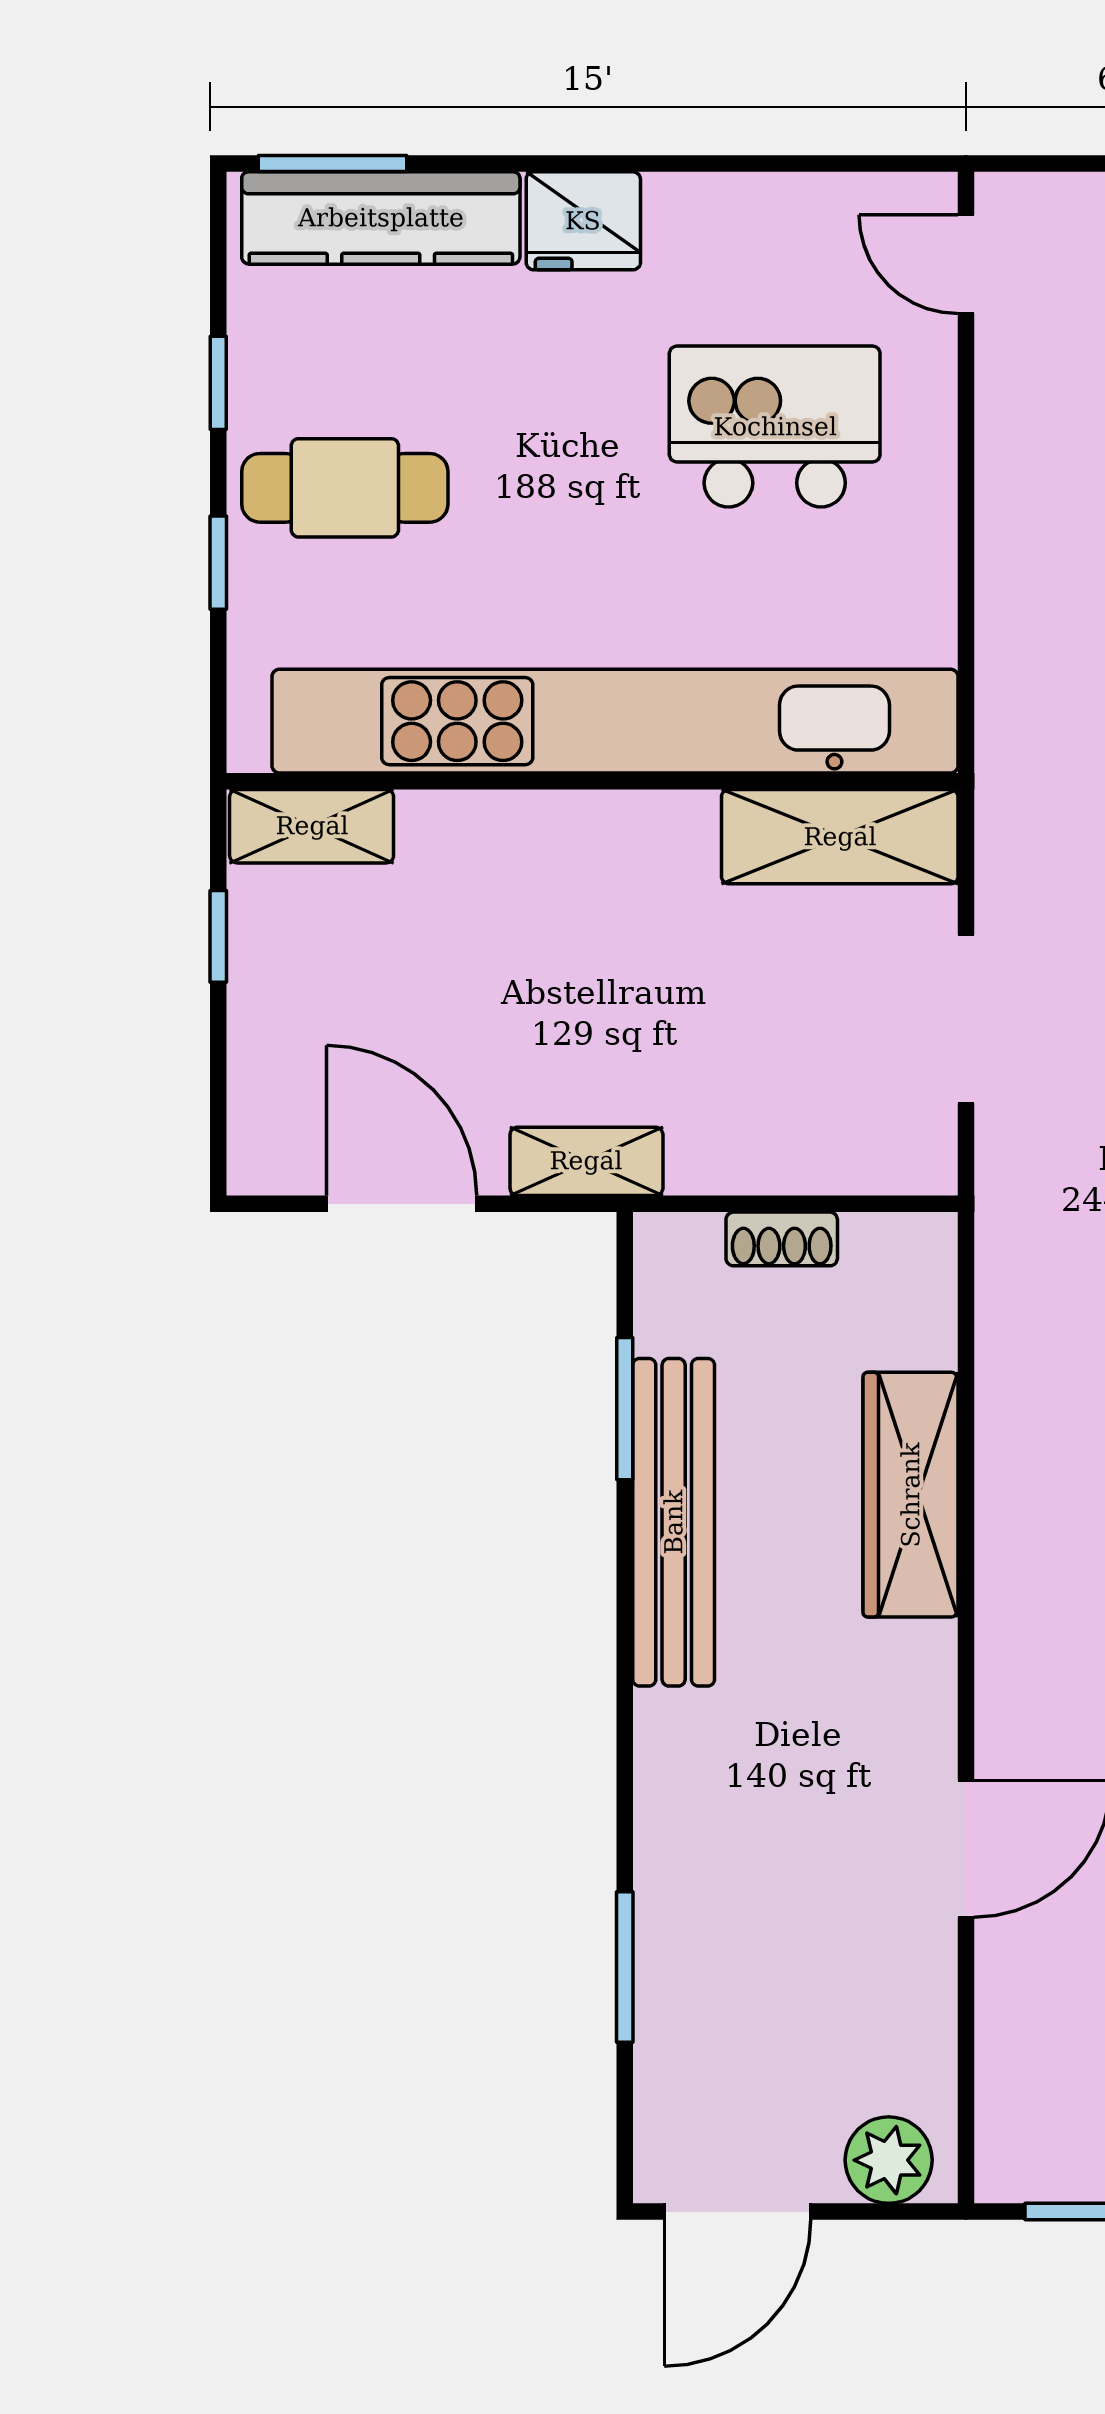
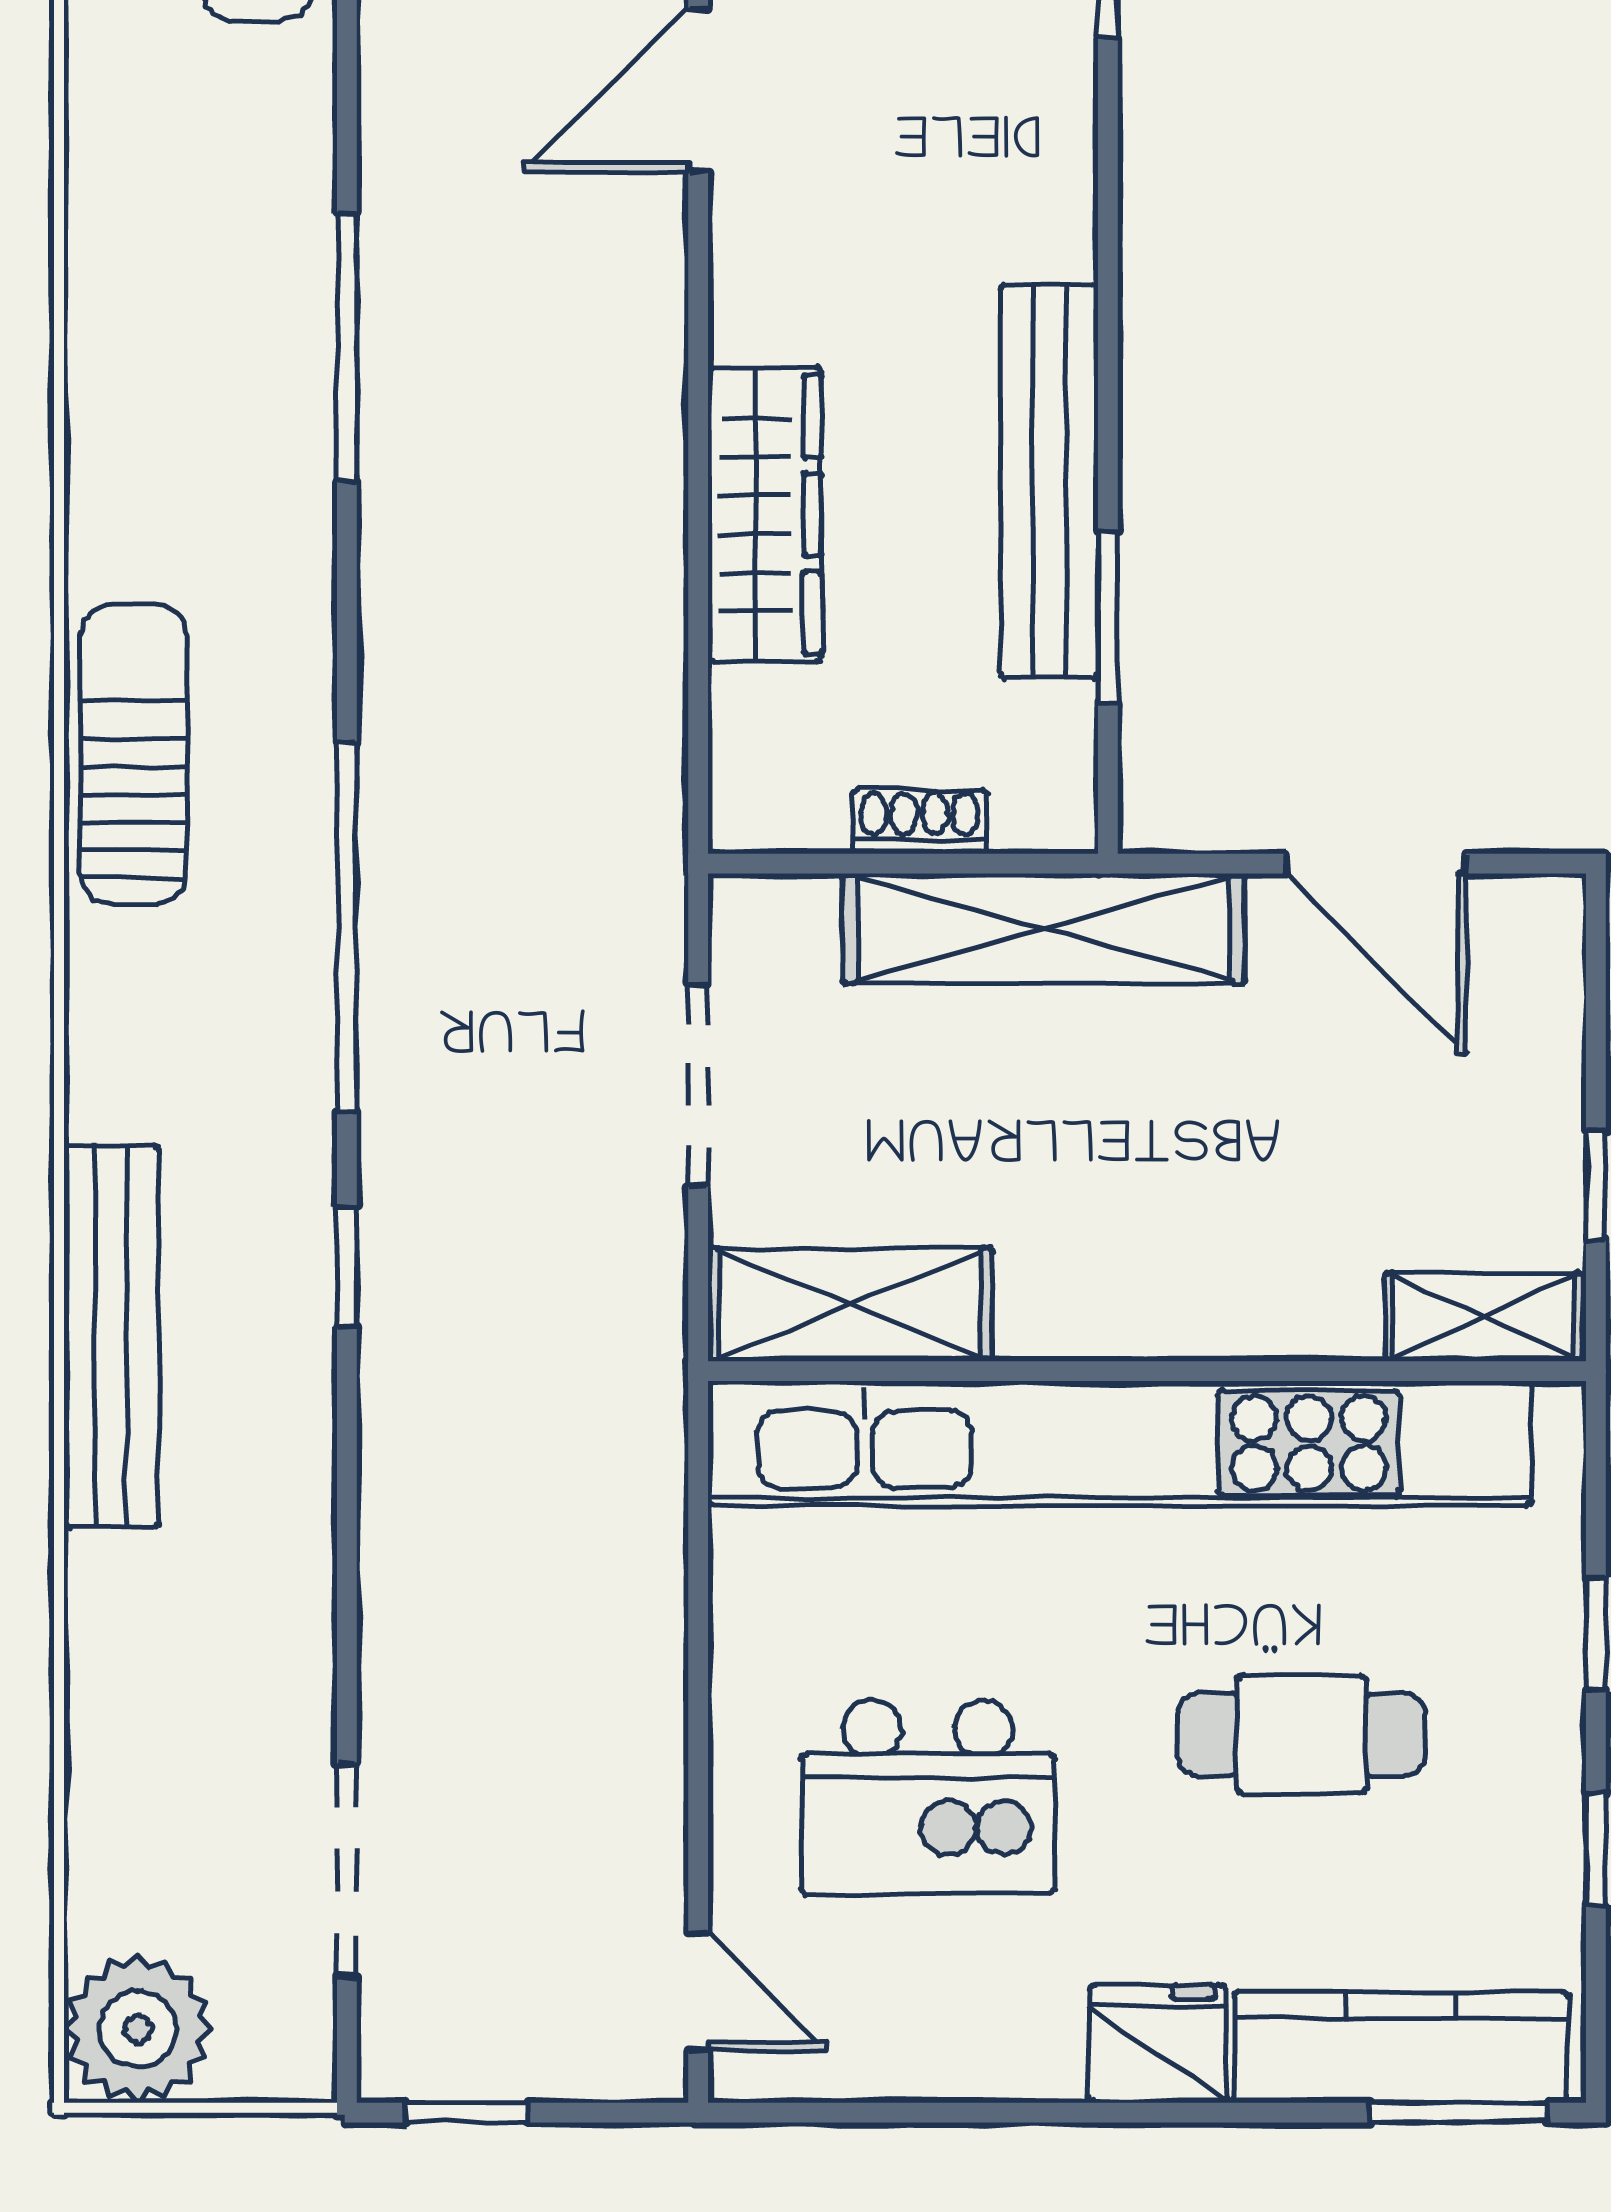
cafe table: (345, 488) -> (1301, 1734), moved
shelving: (586, 1161) -> (1044, 928), width x2.20, depth x1.33

